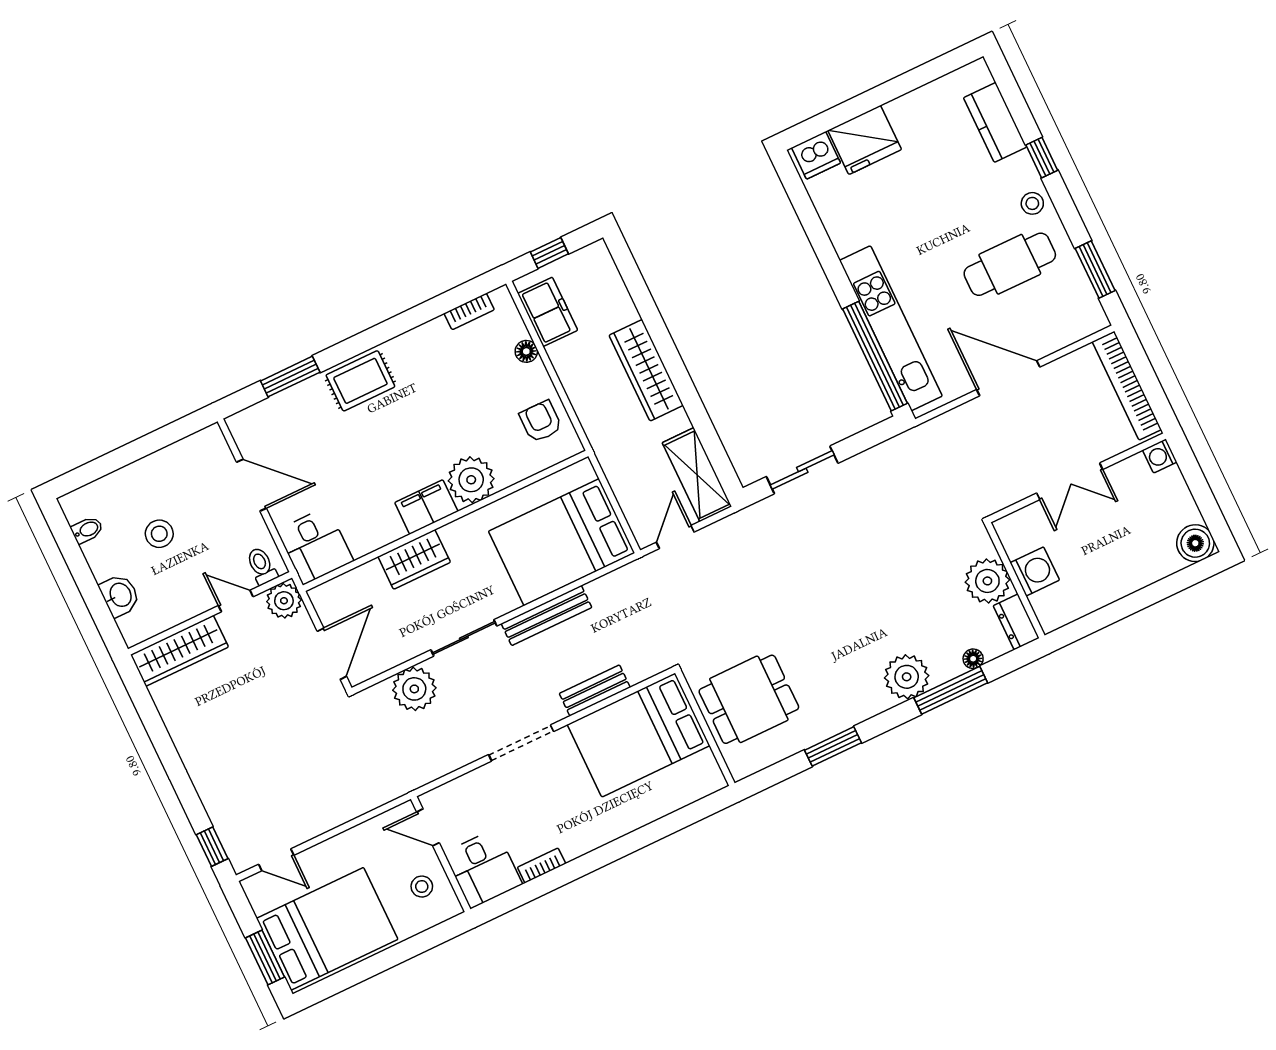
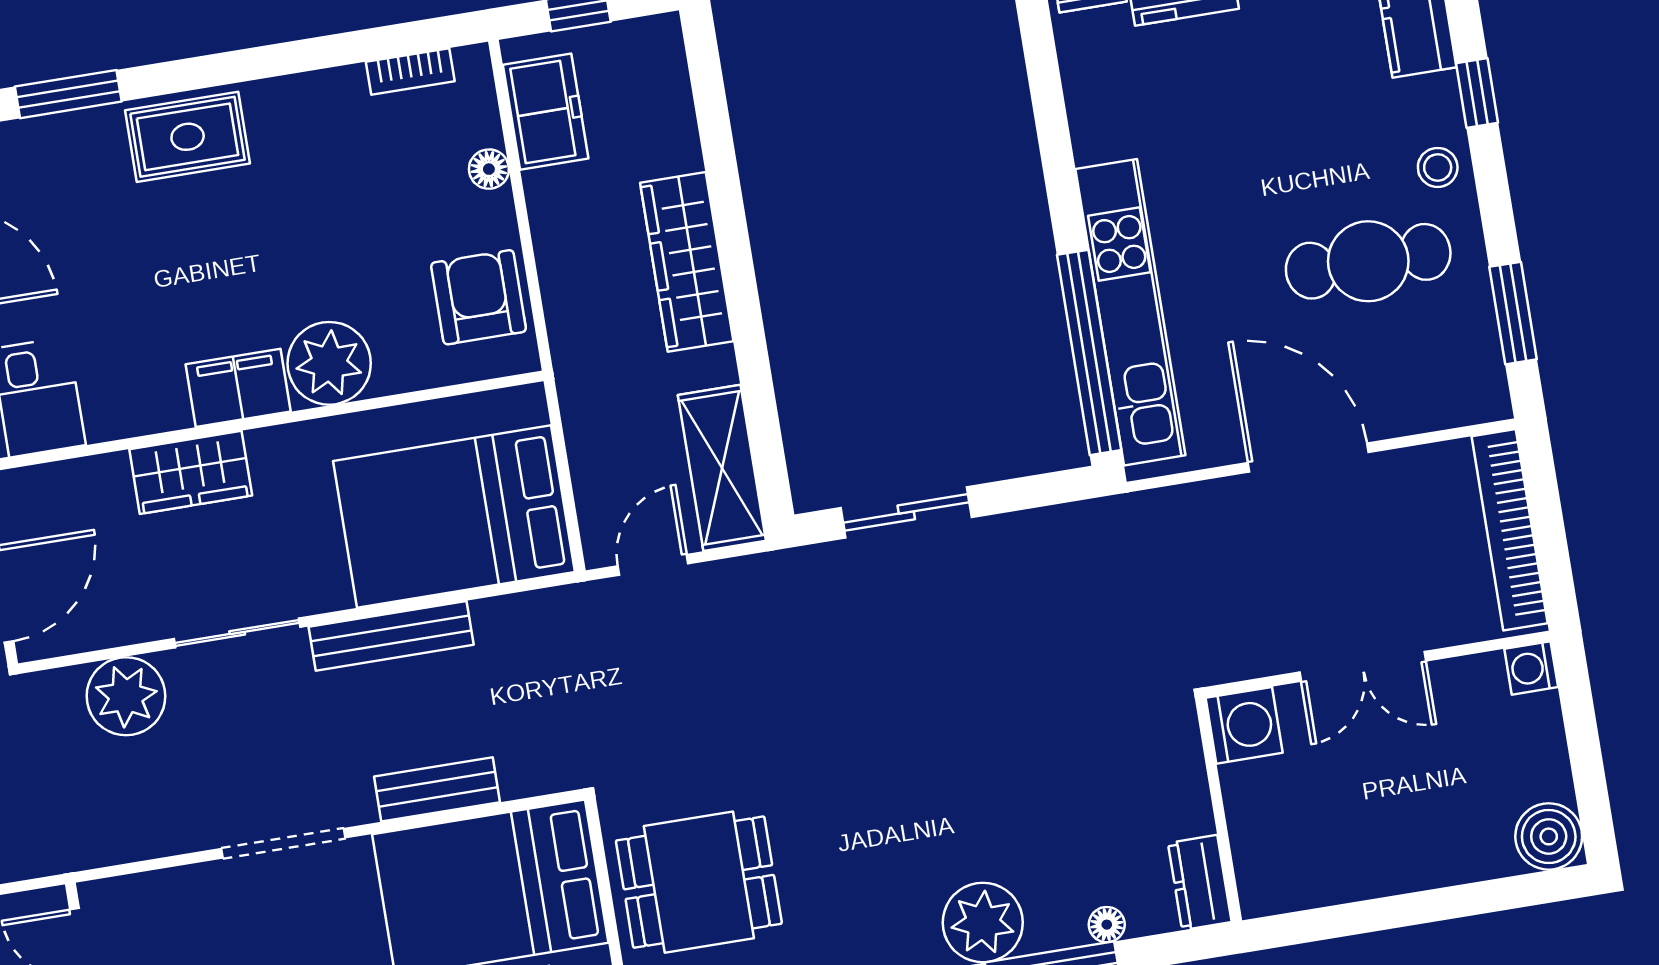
armchair: (541, 421) -> (479, 297), width x1.38, depth x1.38
washing machine: (1035, 571) -> (1244, 725), moved
plant: (987, 581) -> (1171, 797), removed

